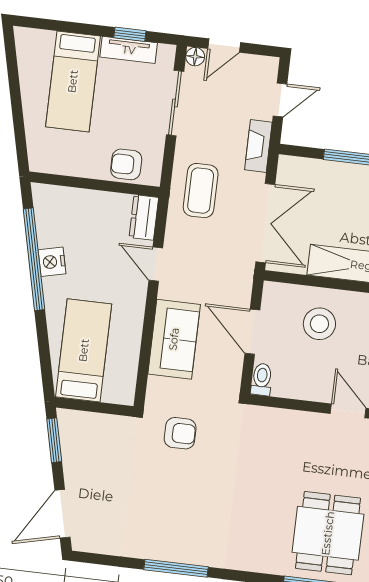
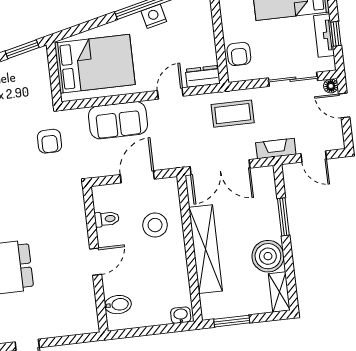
armchair: (126, 164) -> (239, 54), turned 180
bed: (84, 350) -> (95, 64), width x1.50
toilet: (262, 379) -> (107, 219), moved

